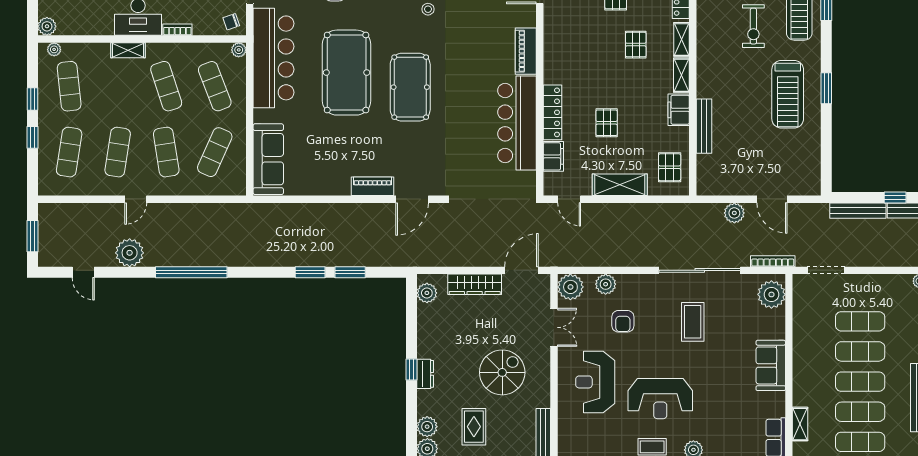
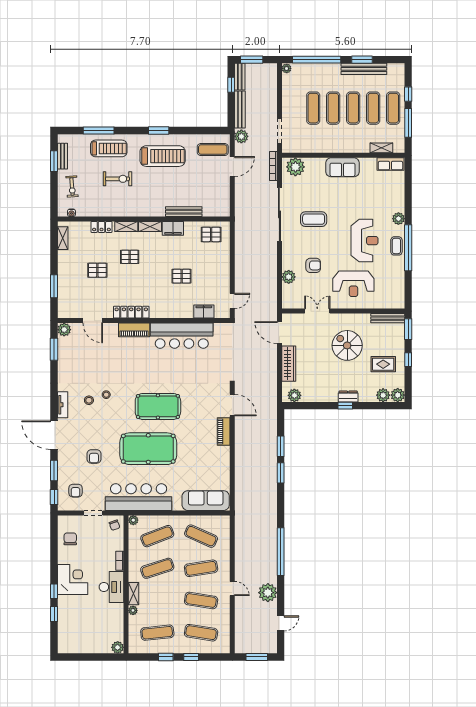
plant: (54, 49) -> (133, 610), moved
locker: (552, 112) -> (131, 312), moved
exercise mat: (798, 170) -> (213, 150), added
shelving: (620, 185) -> (223, 267), removed
plant: (734, 213) -> (241, 136), moved
plant: (570, 287) -> (290, 300), removed

